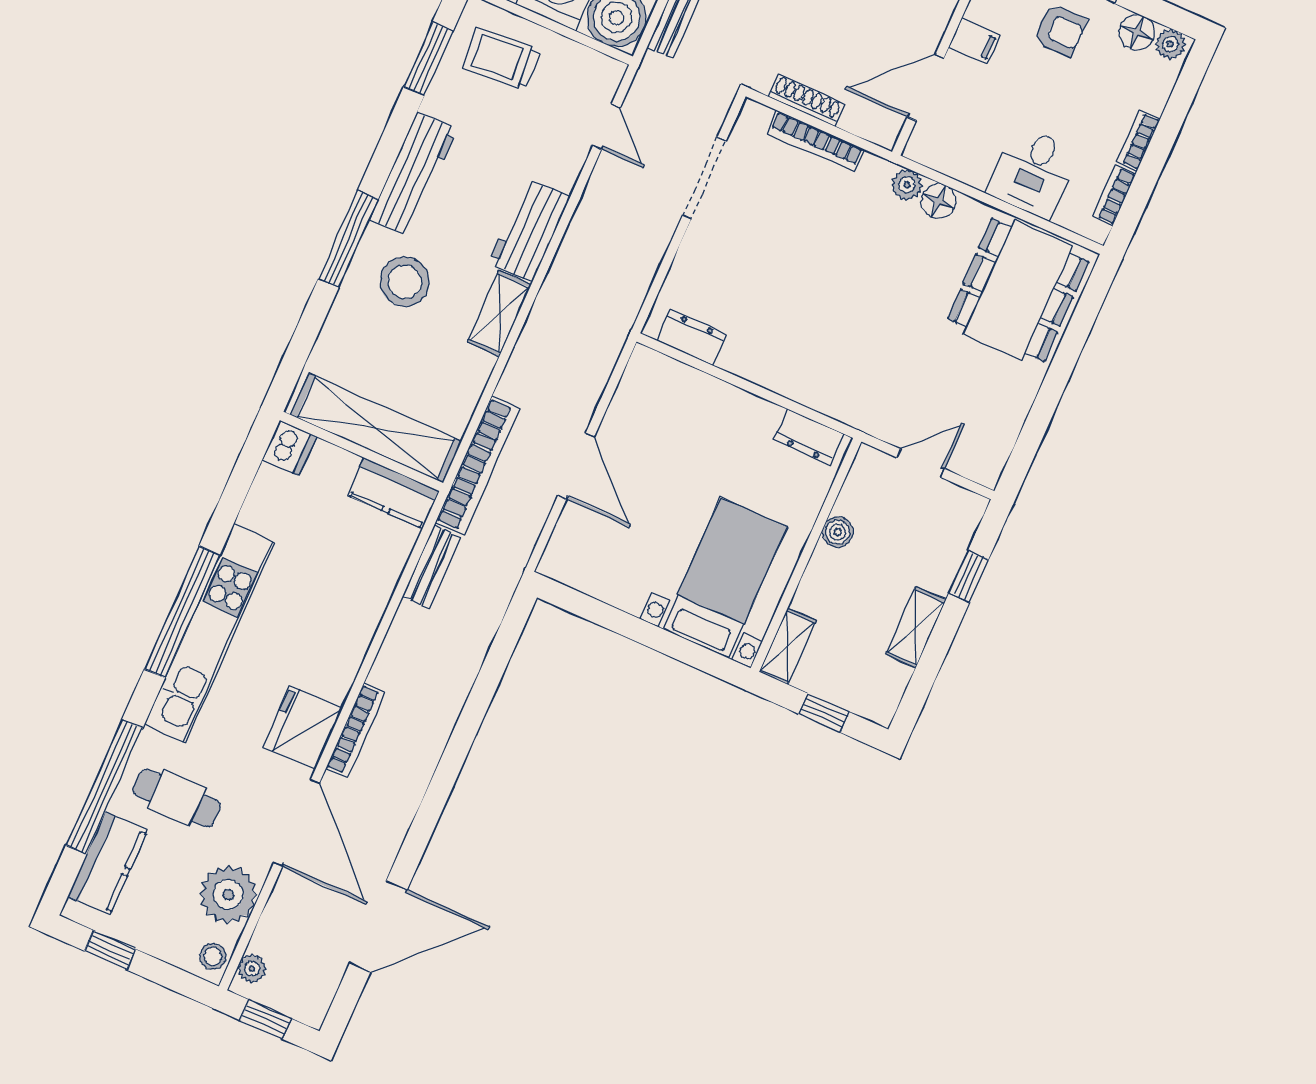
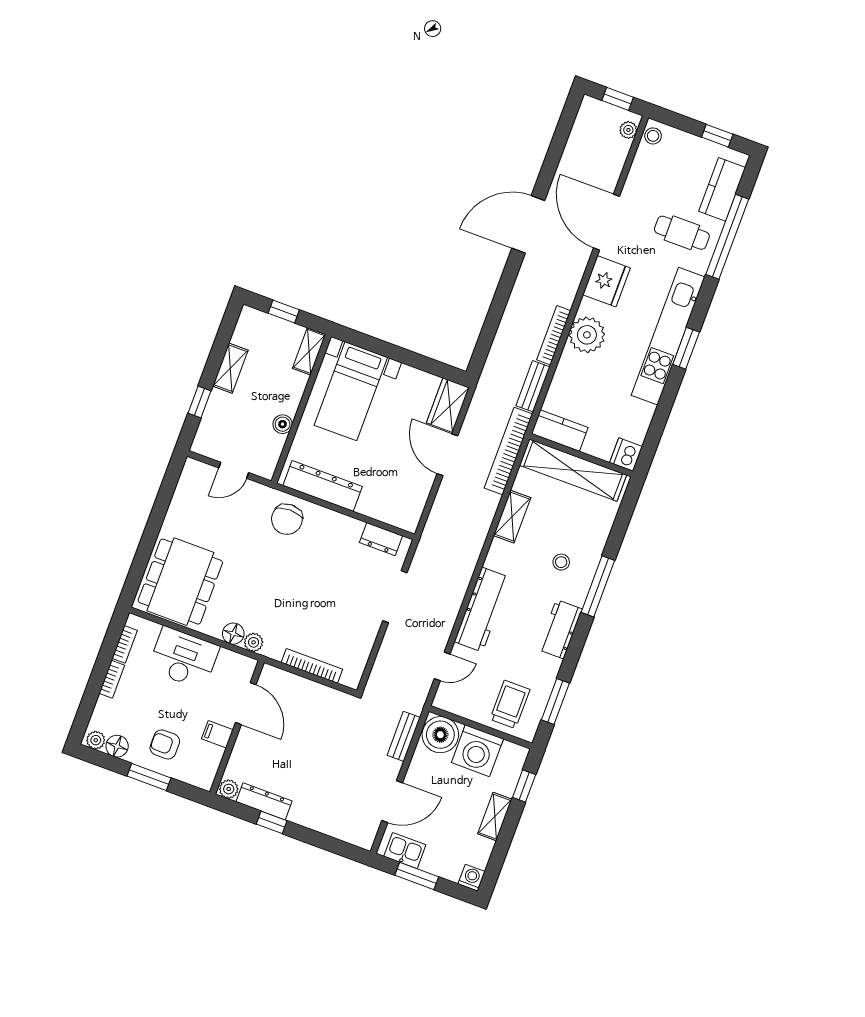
trolley: (502, 59) -> (510, 704), turned -85
door: (926, 87) -> (246, 704), hinge flipped
shoe rack: (807, 100) -> (319, 691), removed
door: (607, 127) -> (442, 666), swing flipped
desk: (1033, 172) -> (184, 658), width x1.37
workbench: (413, 174) -> (560, 629), width x0.73
doorway: (704, 178) -> (395, 597), moved
workbench: (529, 230) -> (482, 610), width x1.38
stool: (405, 282) -> (561, 562), width x0.53, depth x0.53
shelving: (499, 313) -> (512, 517), moved
chair: (841, 379) -> (287, 519), added
dresser: (809, 437) -> (323, 486), width x1.96, depth x1.24
wardrobe: (570, 545) -> (448, 405), added
window: (182, 612) -> (686, 348), width x0.47
bookcase: (356, 730) -> (554, 335), moved
plant: (228, 895) -> (587, 335), moved
door: (378, 926) -> (528, 224), moved

